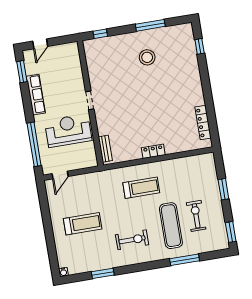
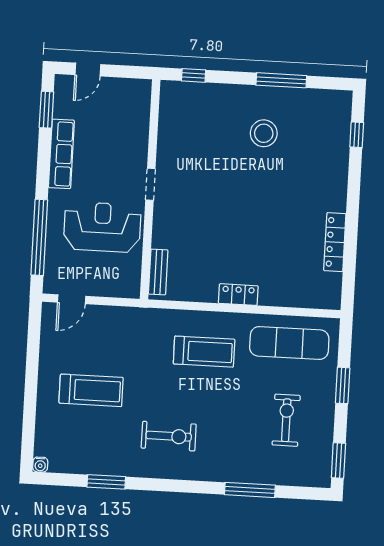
locker: (203, 123) -> (335, 242), moved
exercise mat: (171, 226) -> (289, 343), moved, turned 90

